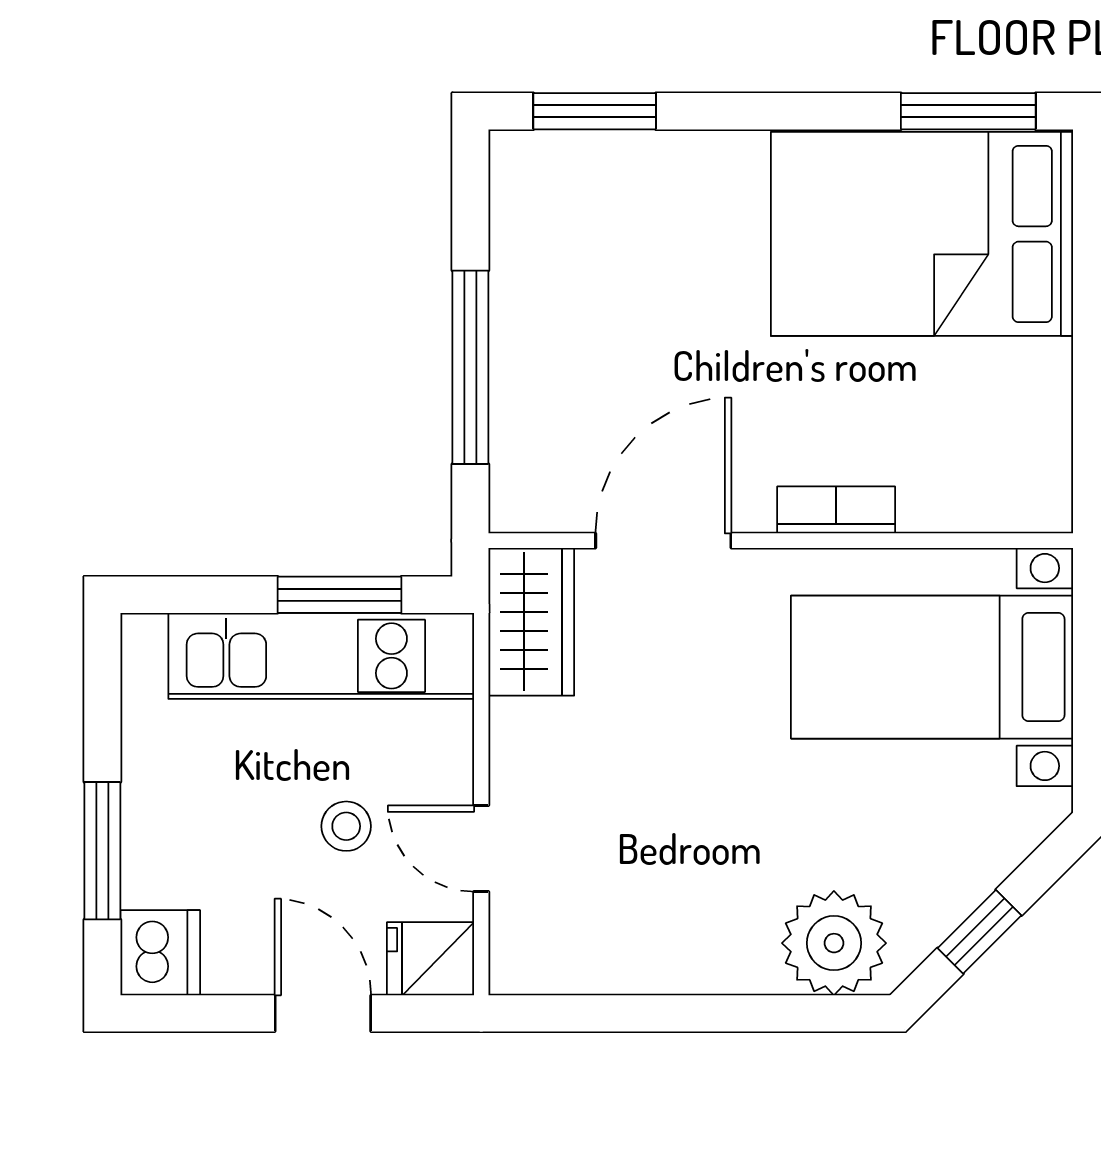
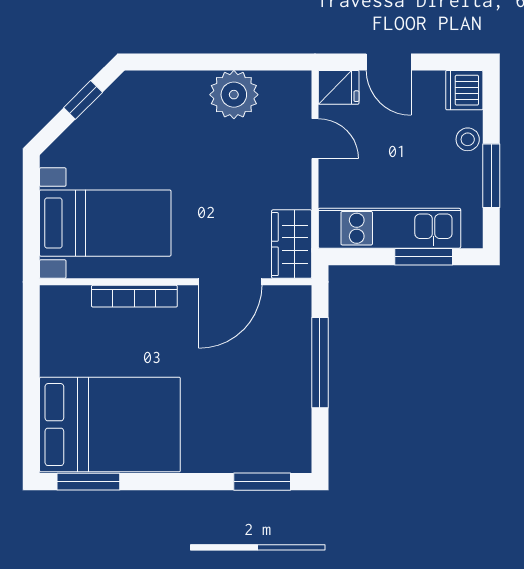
bookcase: (836, 510) -> (134, 296), width x1.56
window: (339, 595) -> (424, 257), moved
stool: (346, 826) -> (468, 139), moved
window: (102, 851) -> (491, 176), moved
plant: (834, 943) -> (234, 95), moved

